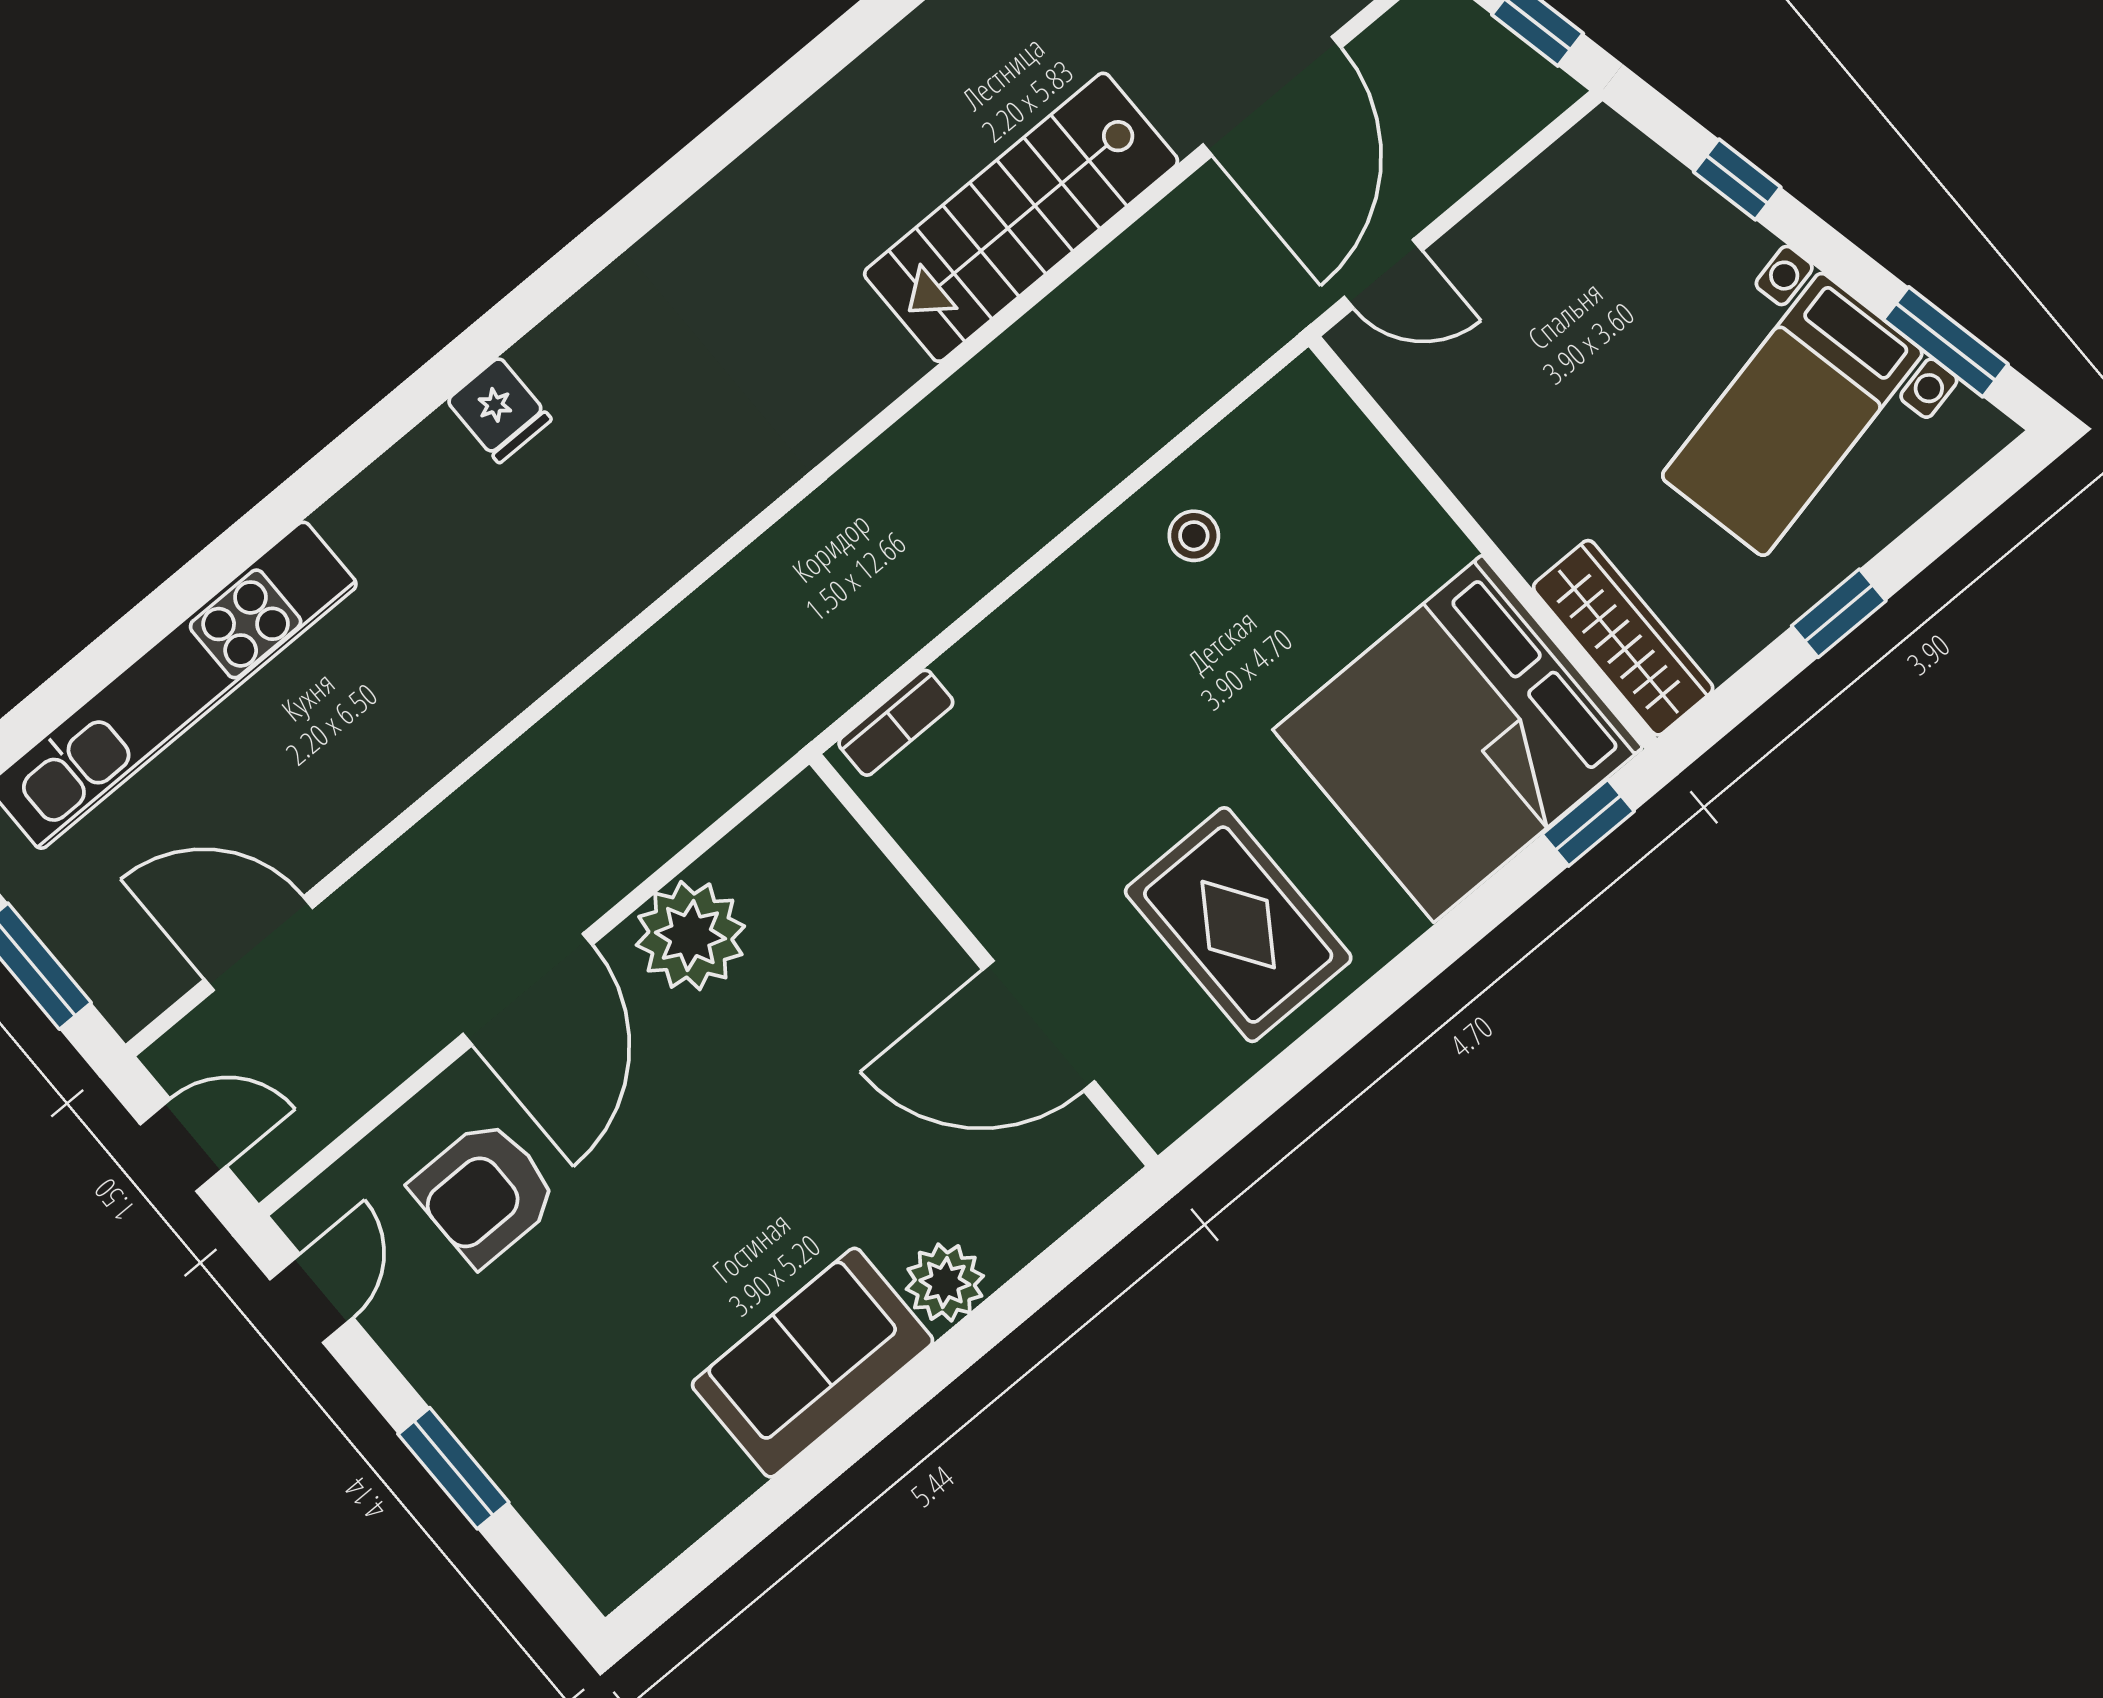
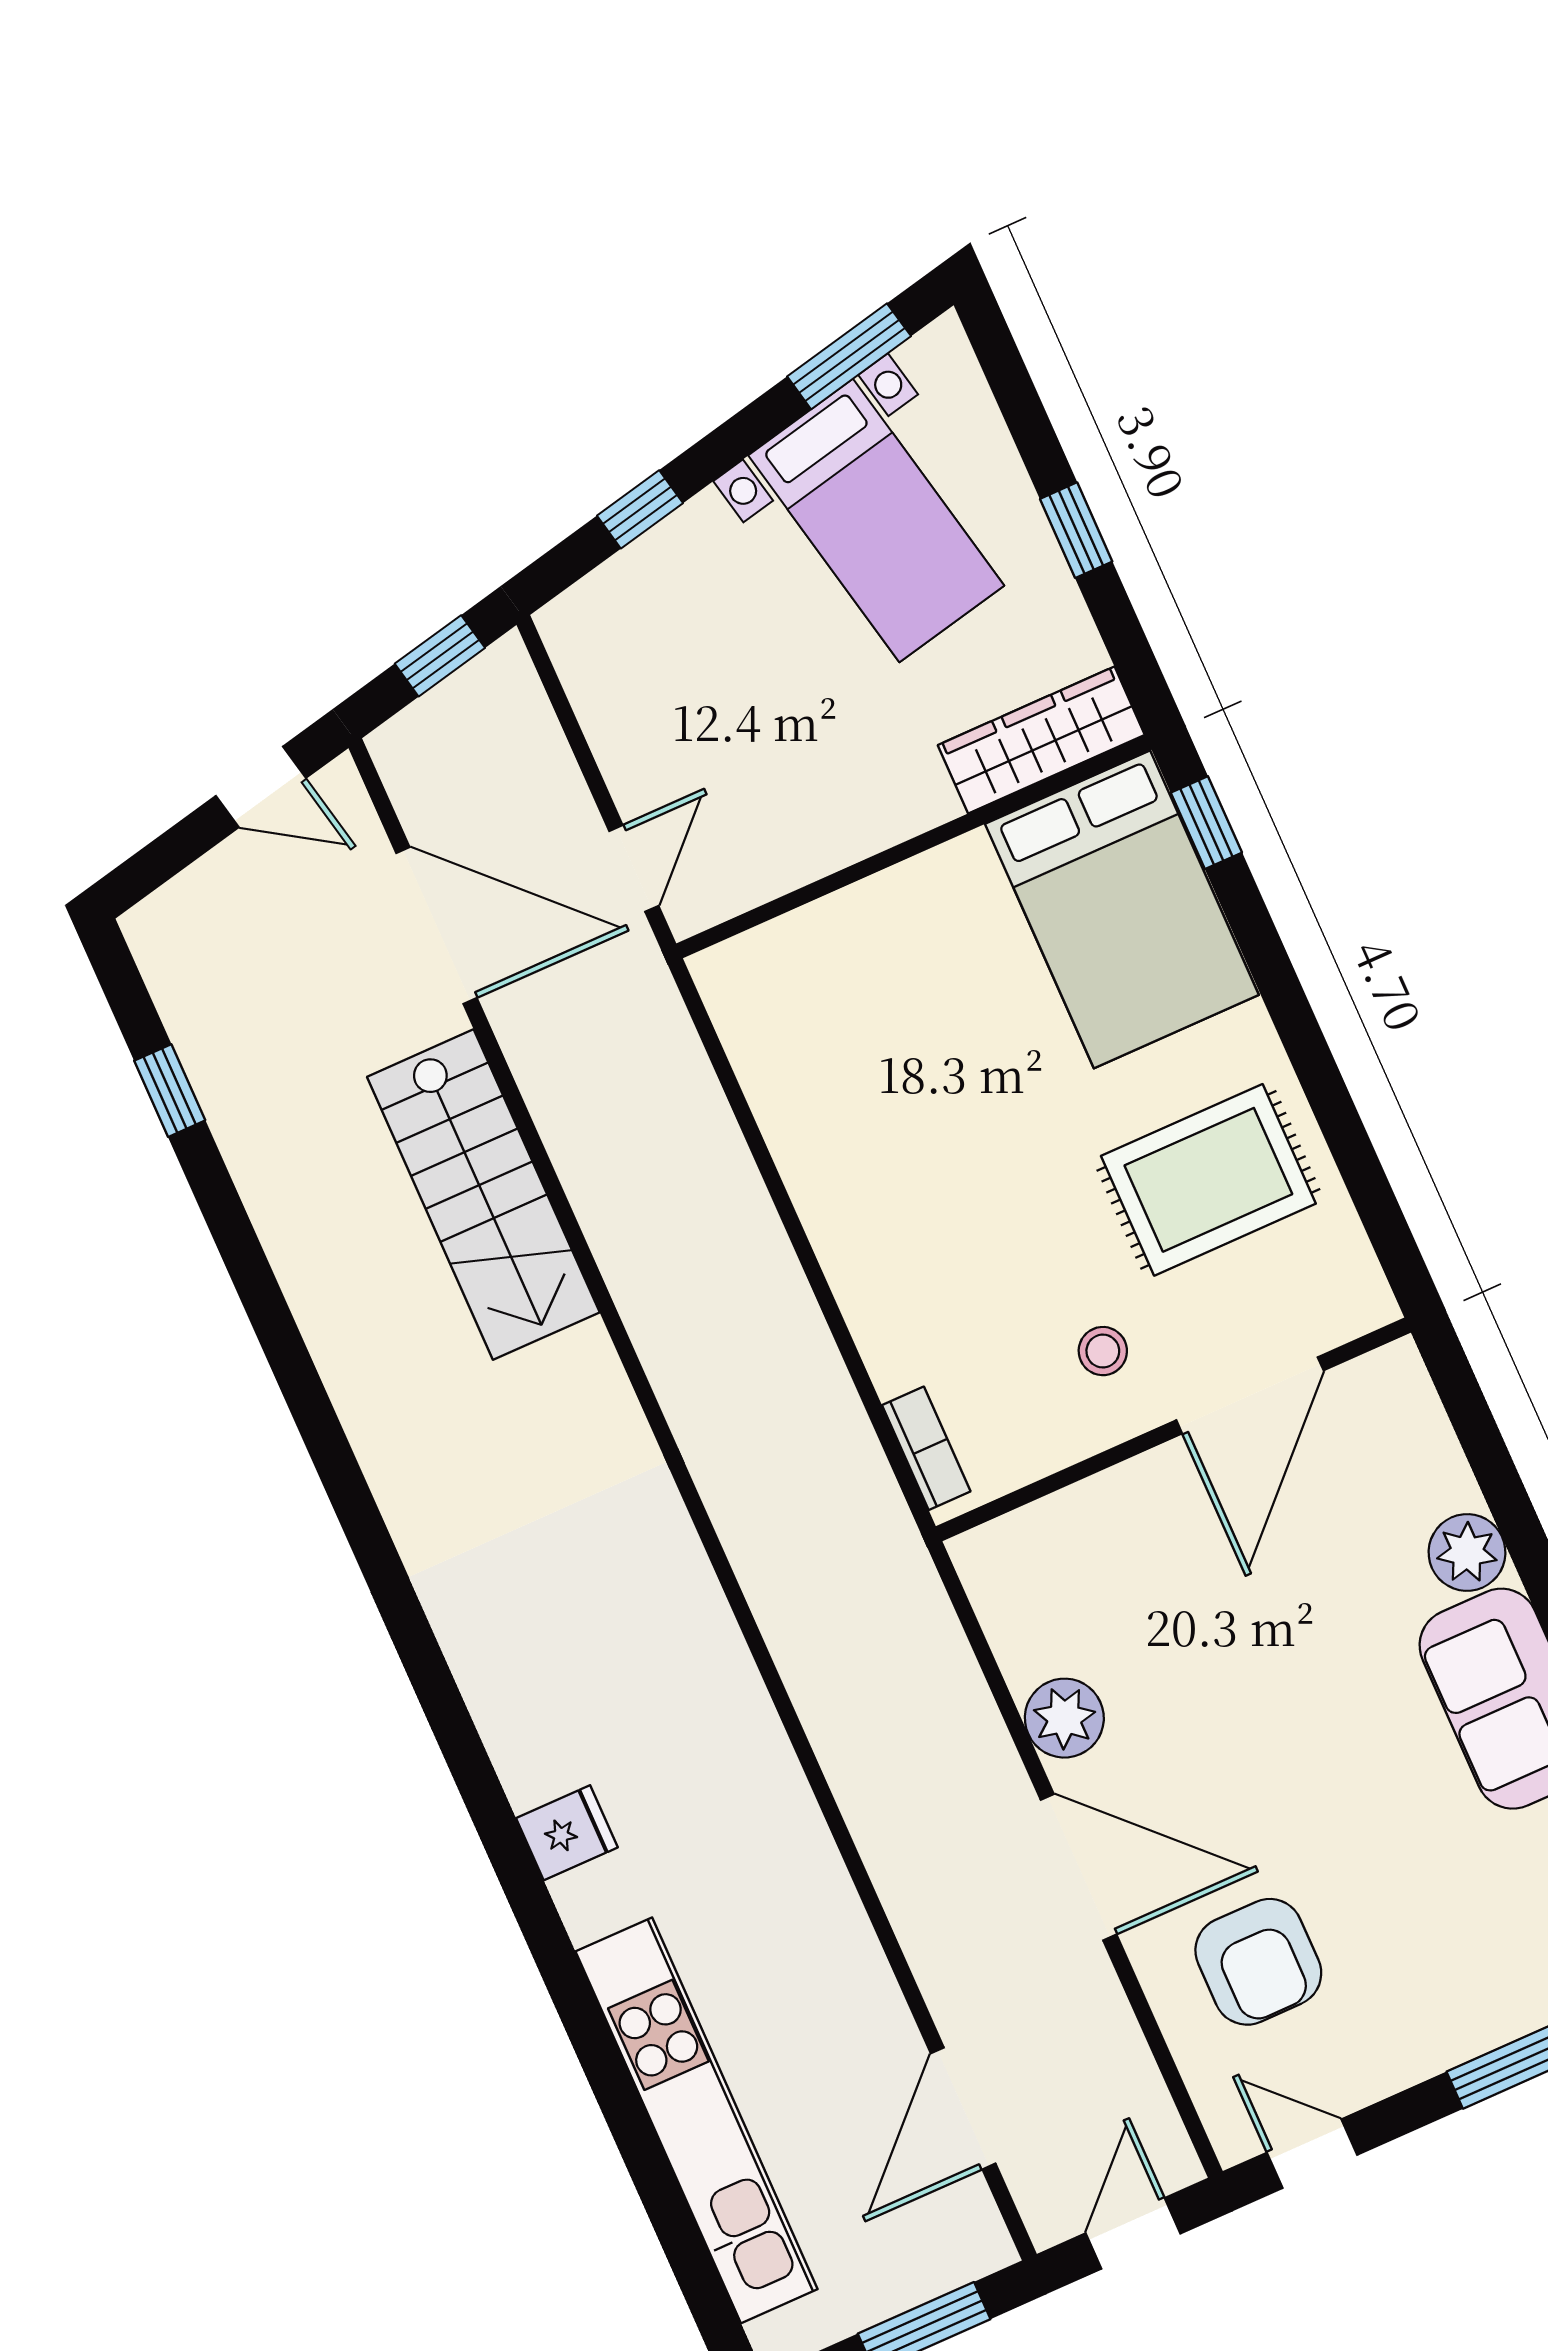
fridge: (499, 410) -> (567, 1833), moved
stool: (1194, 536) -> (1103, 1351), moved
bed: (1458, 739) -> (1122, 909), width x0.73
plant: (690, 936) -> (1064, 1718), width x0.73, depth x0.73

